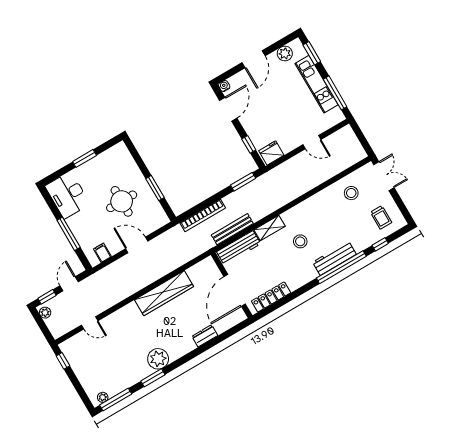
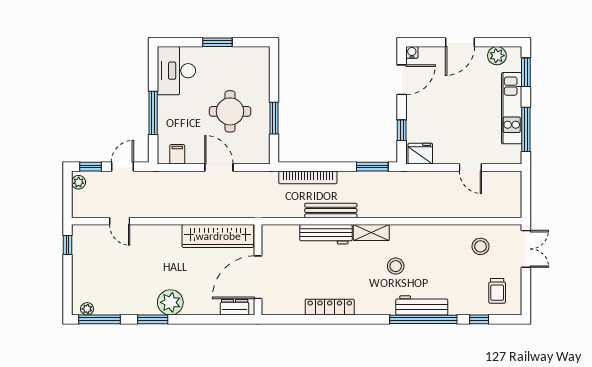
wall: (232, 285) -> (258, 270), moved
door: (235, 290) -> (258, 277), moved

